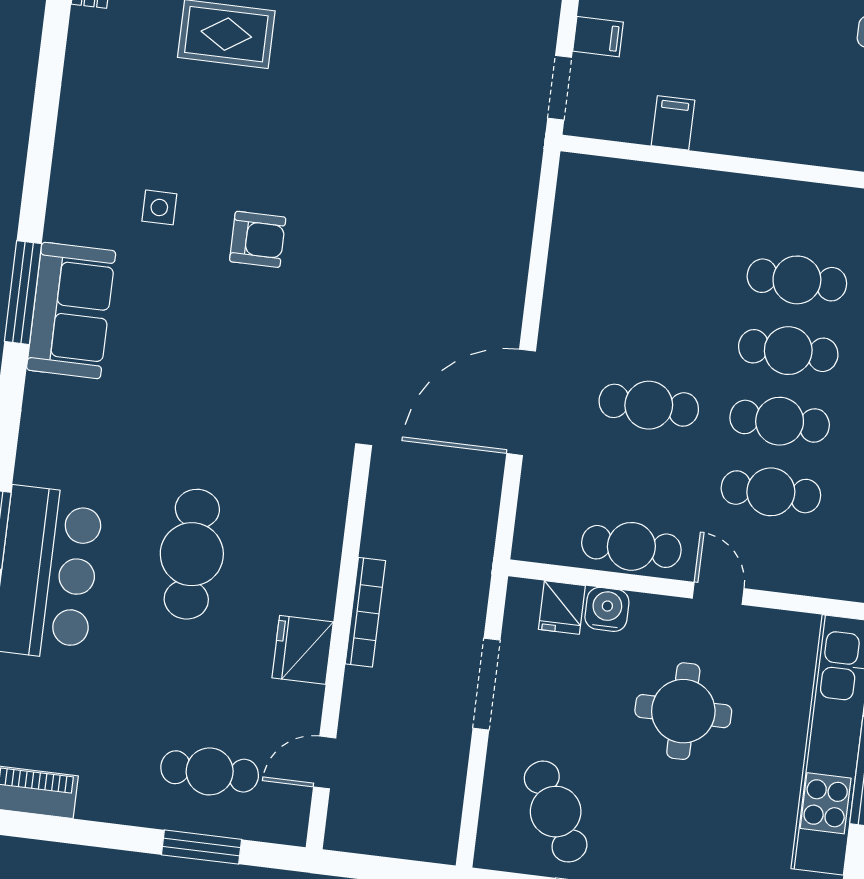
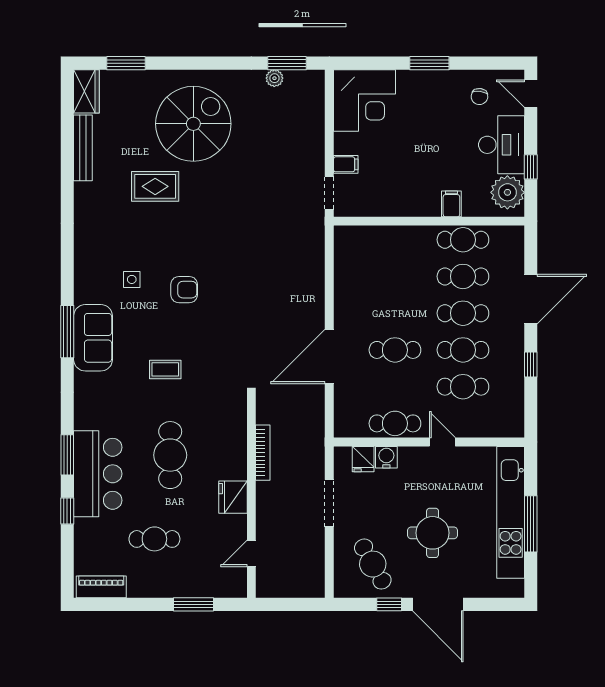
filing cabinet: (673, 123) -> (451, 204), moved
cafe table: (806, 209) -> (463, 240), added
coffee table: (203, 388) -> (165, 369), added
bookcase: (365, 612) -> (263, 453), moved
round table: (683, 711) -> (433, 533), moved
cafe table: (210, 771) -> (154, 539), moved

